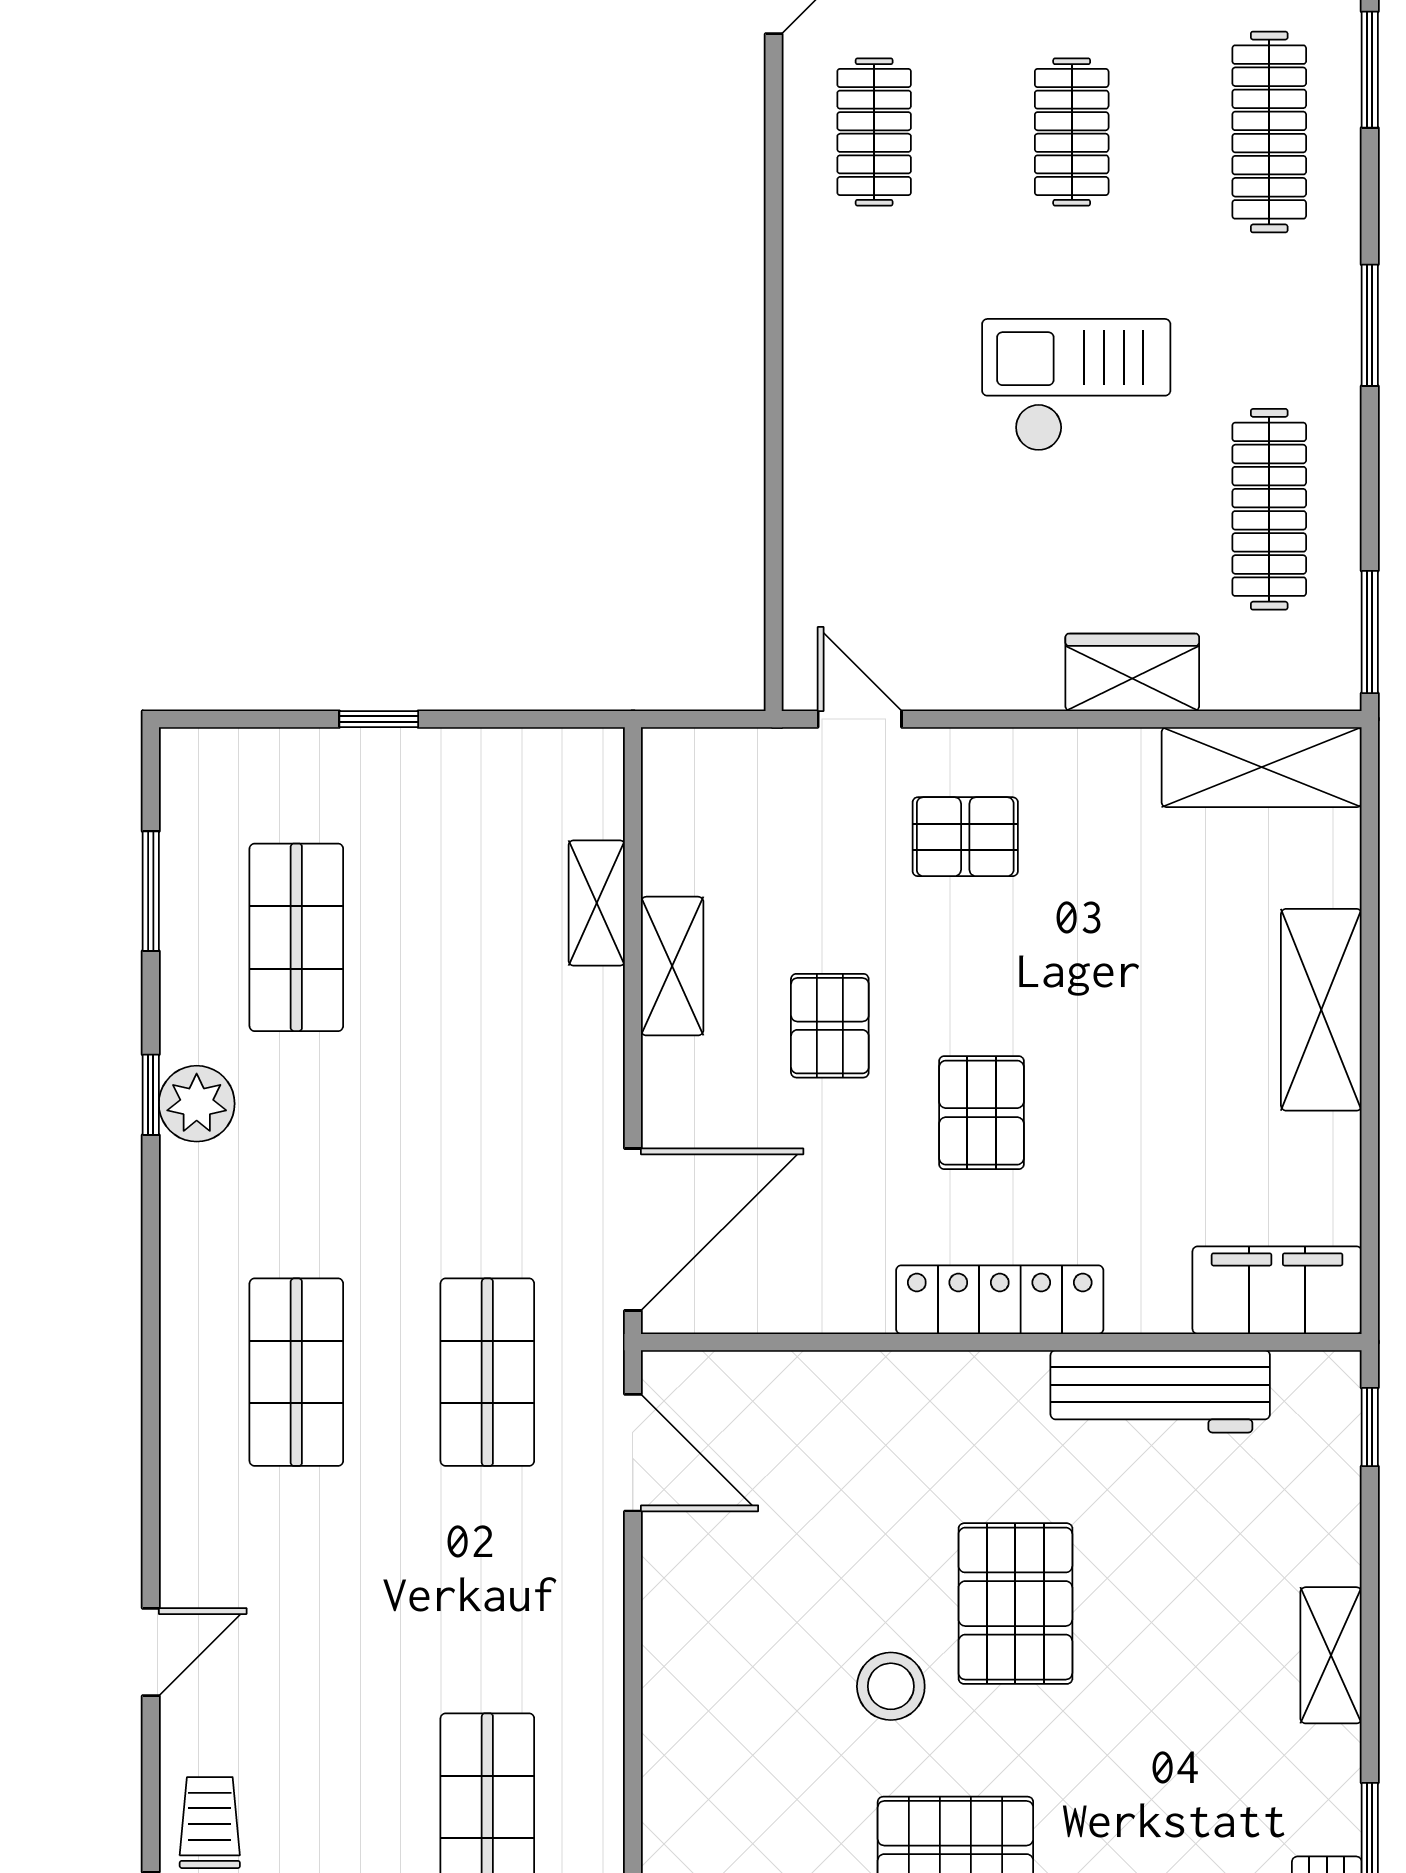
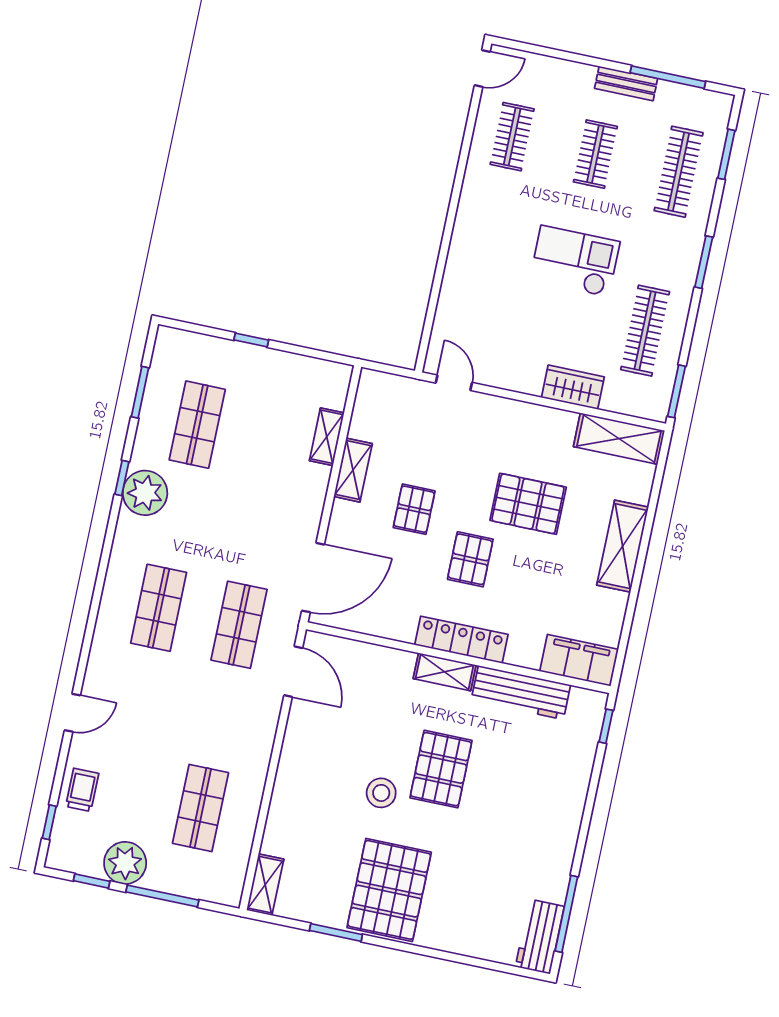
pallet: (965, 837) -> (528, 504), moved, width x1.50, depth x1.42
plant: (197, 1104) -> (145, 493), width x1.36, depth x1.36
shelving: (1331, 1655) -> (445, 672), moved, turned 90

